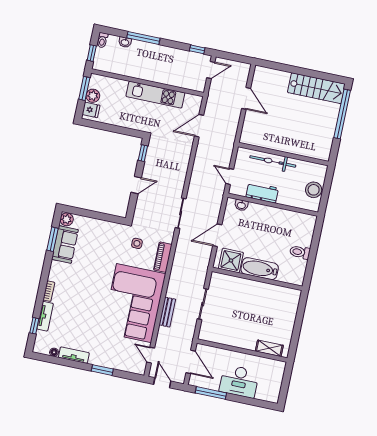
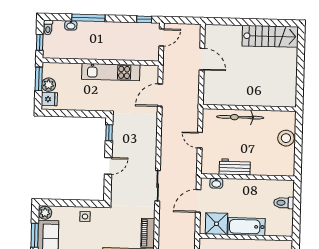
window: (342, 114) -> (301, 57), removed
workbench: (262, 193) -> (235, 167), moved
washbasin: (241, 205) -> (216, 183), moved
wall: (273, 205) -> (248, 177), moved
side table: (137, 243) -> (85, 216), moved

